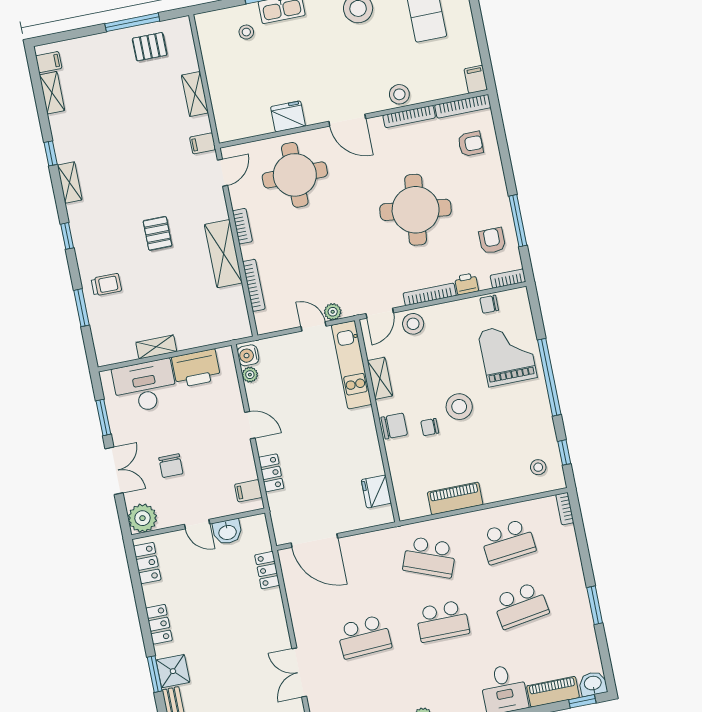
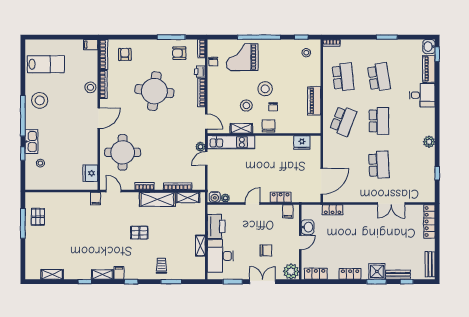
filing cabinet: (49, 62) -> (119, 273), moved
shelving: (195, 94) -> (188, 197), moved
fridge: (288, 116) -> (90, 173), moved
stool: (413, 324) -> (246, 106), moved

